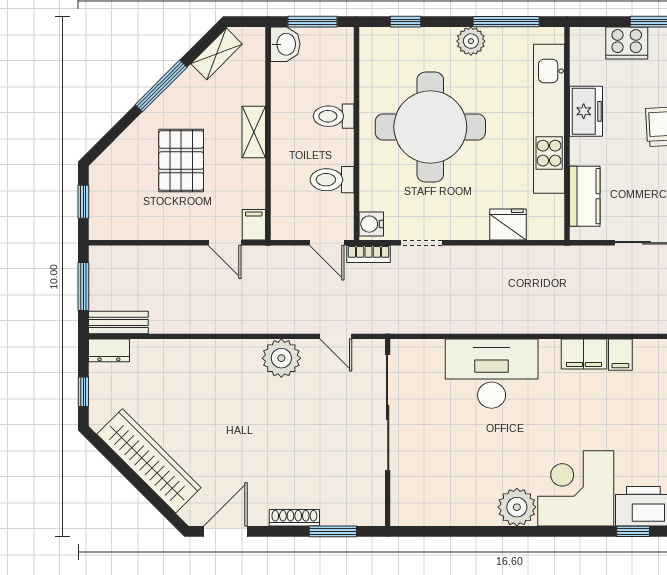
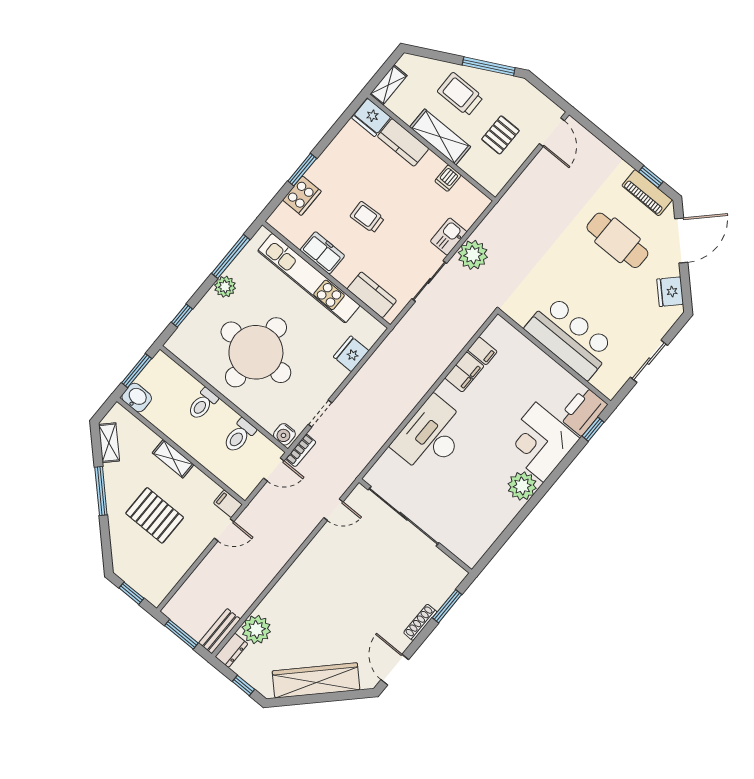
plant: (281, 358) -> (256, 629), moved

